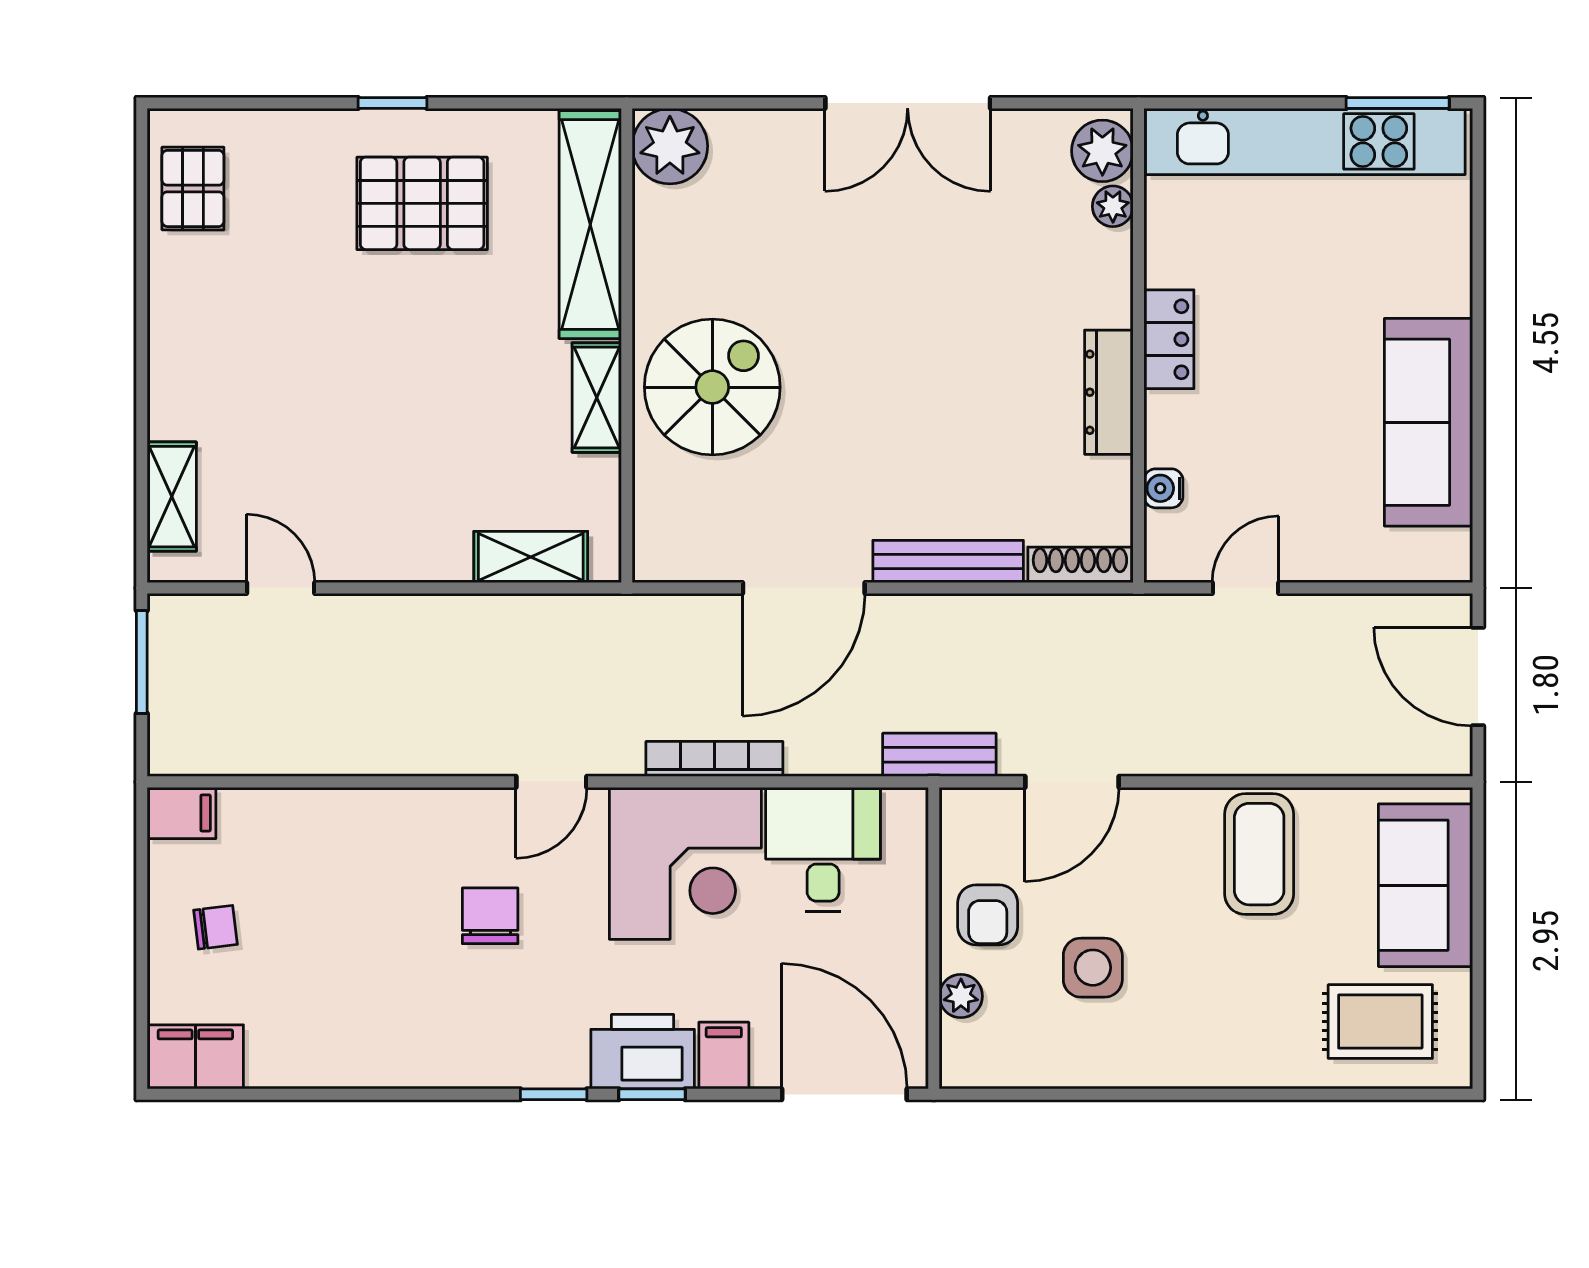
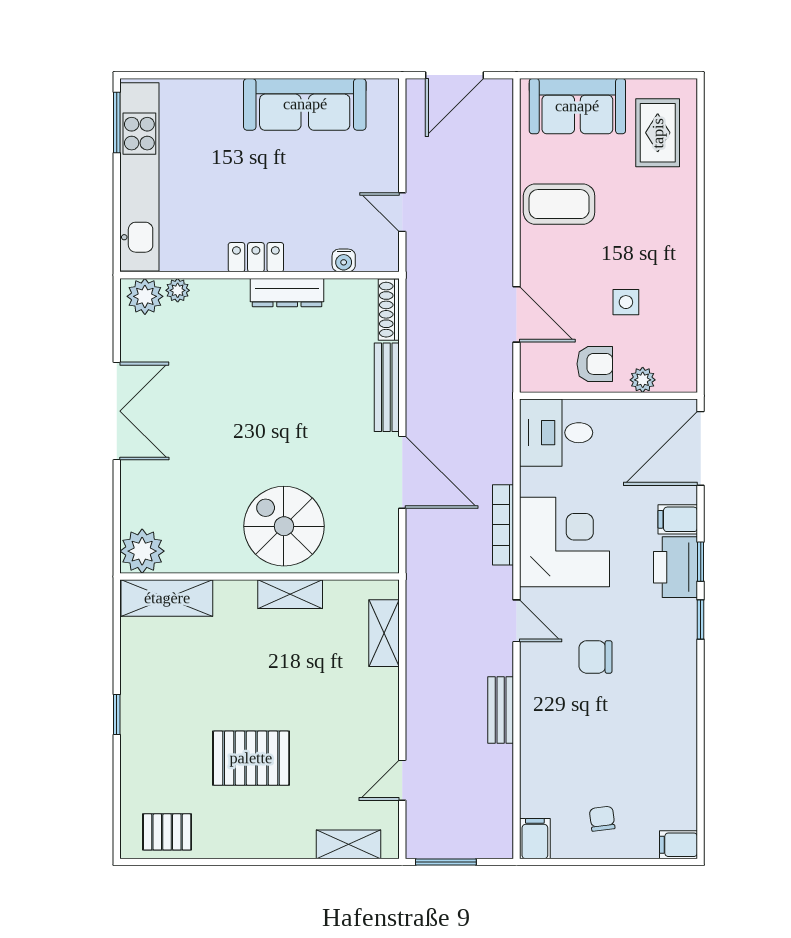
pallet: (422, 203) -> (251, 758), moved, turned 90
shelving: (590, 225) -> (167, 598), width x0.68
bench: (939, 755) -> (501, 710), moved
desk: (823, 849) -> (556, 433), moved
side table: (1093, 968) -> (626, 302), width x0.73, depth x0.73
filing cabinet: (195, 1057) -> (678, 845), width x0.50

